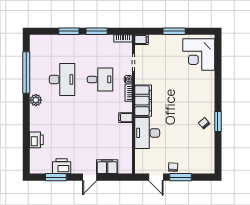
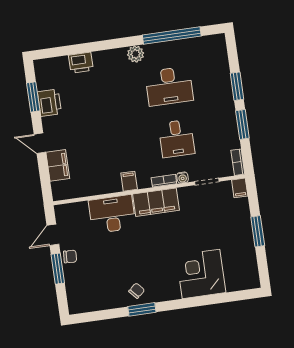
corner desk: (199, 54) -> (201, 274), moved

